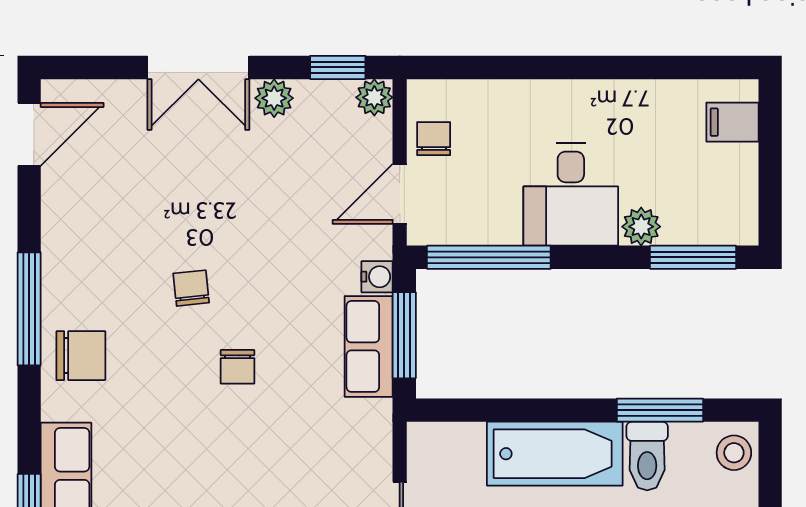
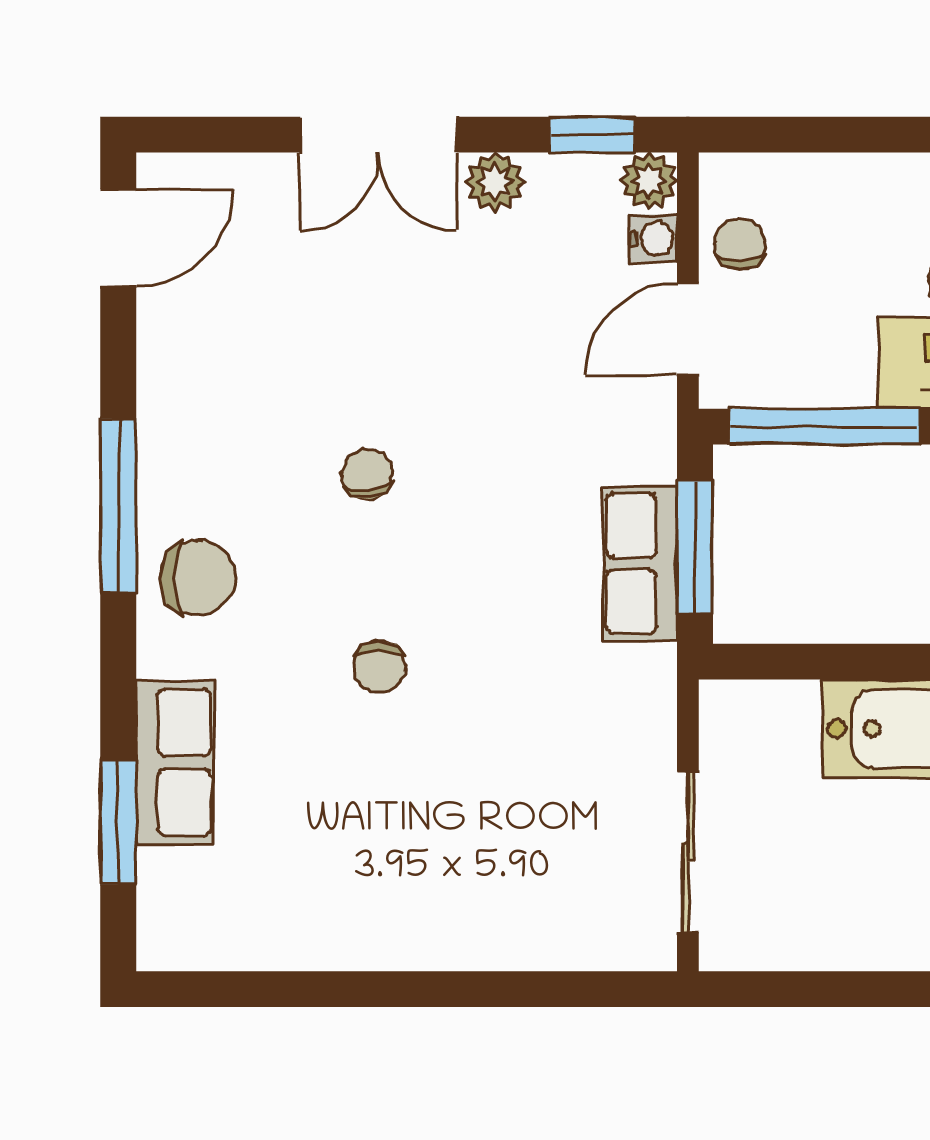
water cooler: (377, 277) -> (653, 239), moved
chair: (238, 367) -> (380, 667), moved

